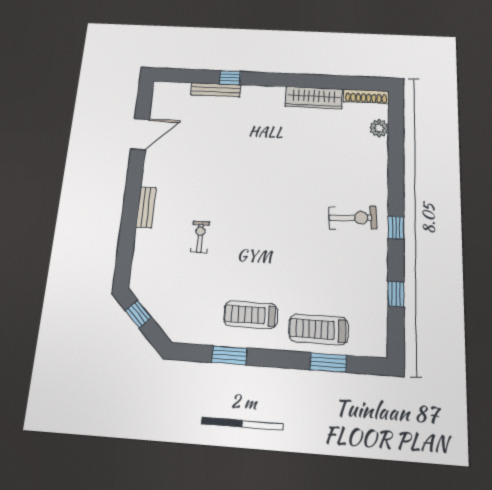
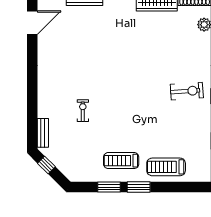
door: (140, 134) -> (32, 23), moved
bench: (146, 207) -> (43, 133), moved
window: (328, 362) -> (139, 187), moved

